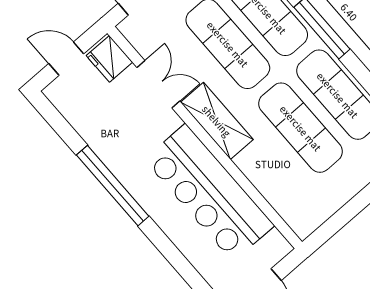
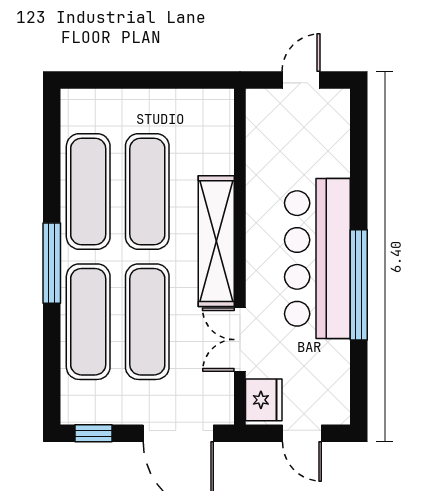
shelving: (217, 121) -> (216, 241), width x1.47
bar counter: (209, 193) -> (317, 258), moved, turned 180

